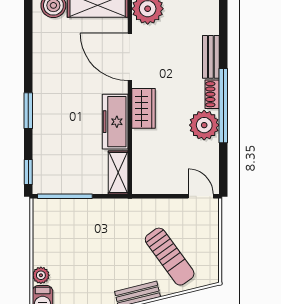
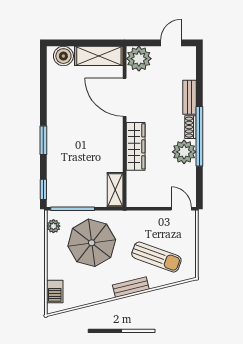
wardrobe: (144, 108) -> (136, 146), width x1.50
freezer: (115, 122) -> (113, 149), removed
parasol: (89, 239) -> (92, 243), added
sun lounger: (170, 257) -> (156, 257), turned -34
plant: (41, 275) -> (53, 226), moved

